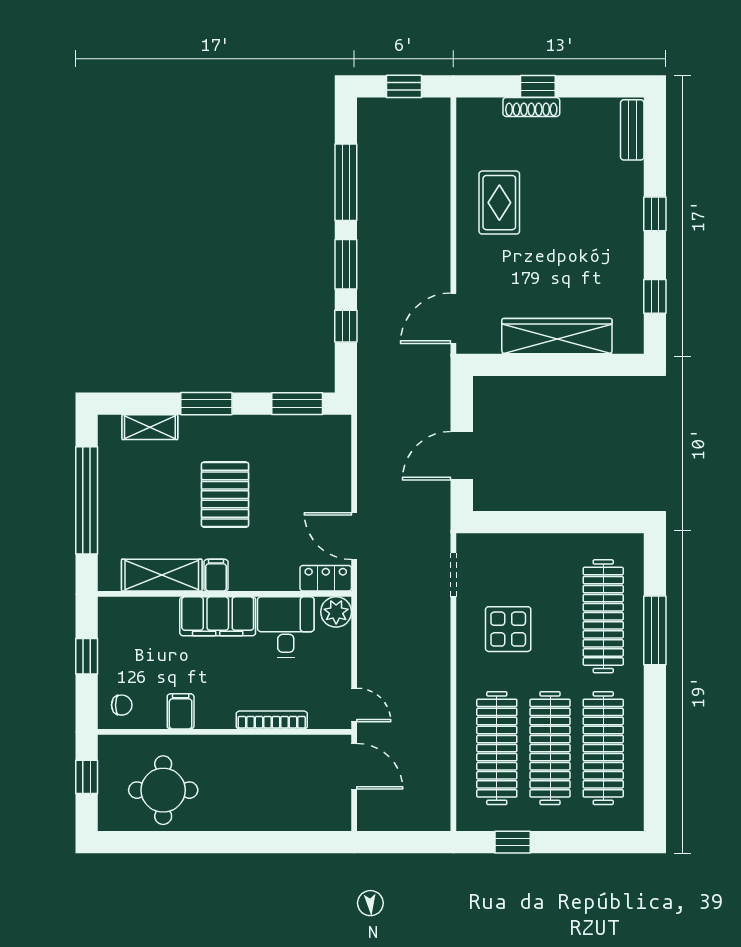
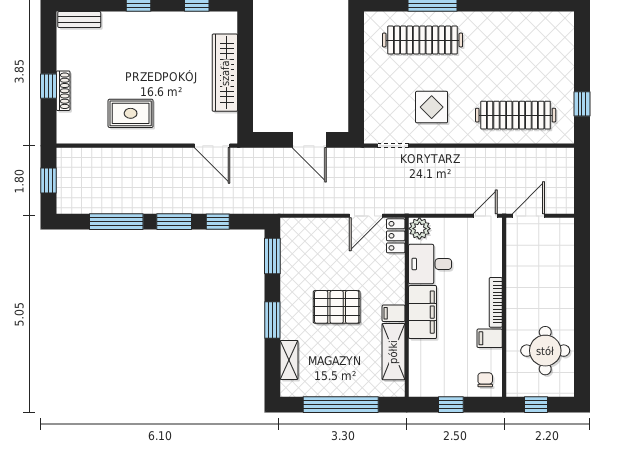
bookcase: (272, 720) -> (496, 302), moved
clothes rail: (550, 748) -> (516, 78), removed
clothes rail: (603, 748) -> (516, 40), removed

